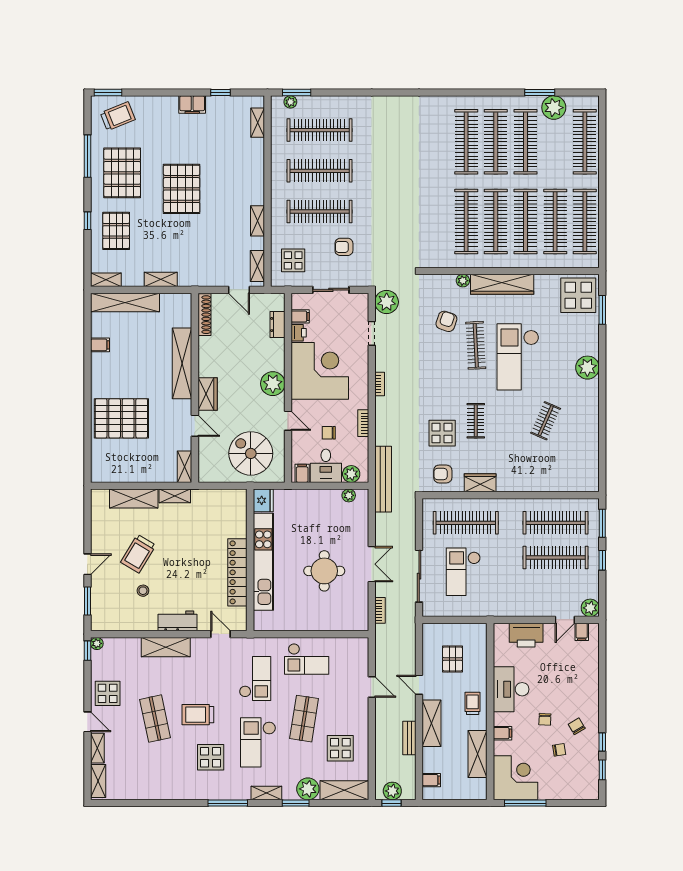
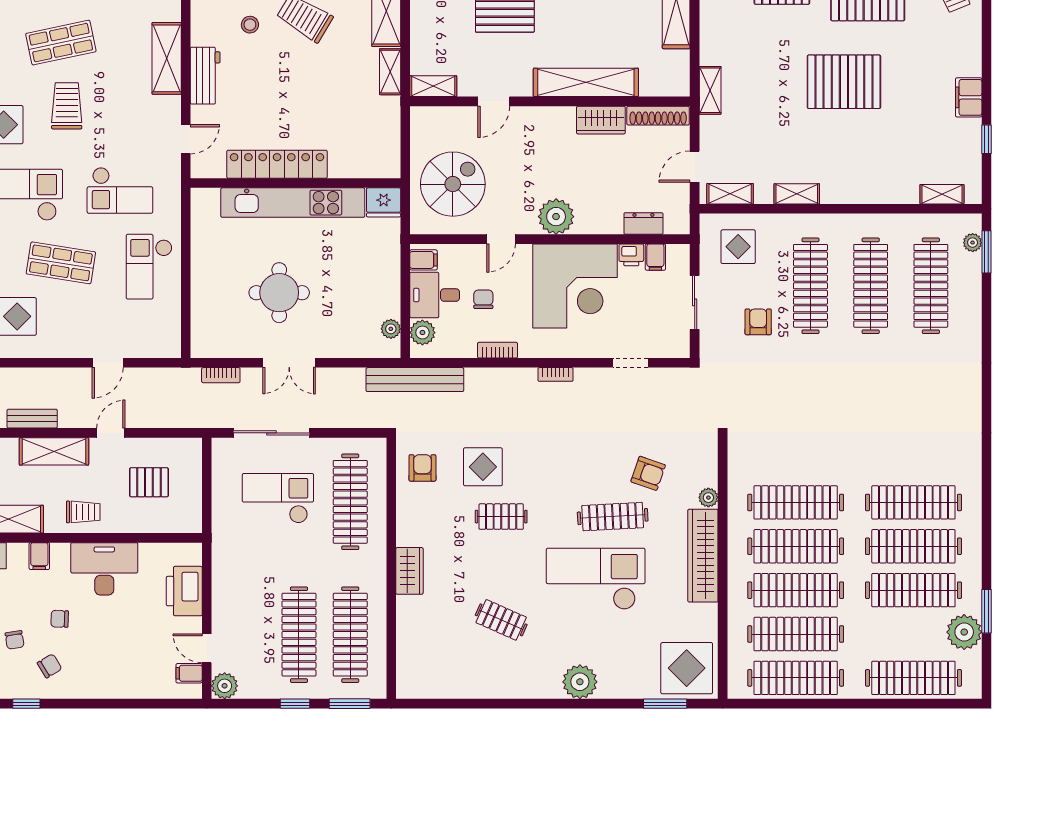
shelving: (161, 279) -> (710, 90), moved
plant: (387, 302) -> (677, 385), removed
wardrobe: (208, 394) -> (601, 120), moved
wardrobe: (480, 483) -> (409, 571), moved

